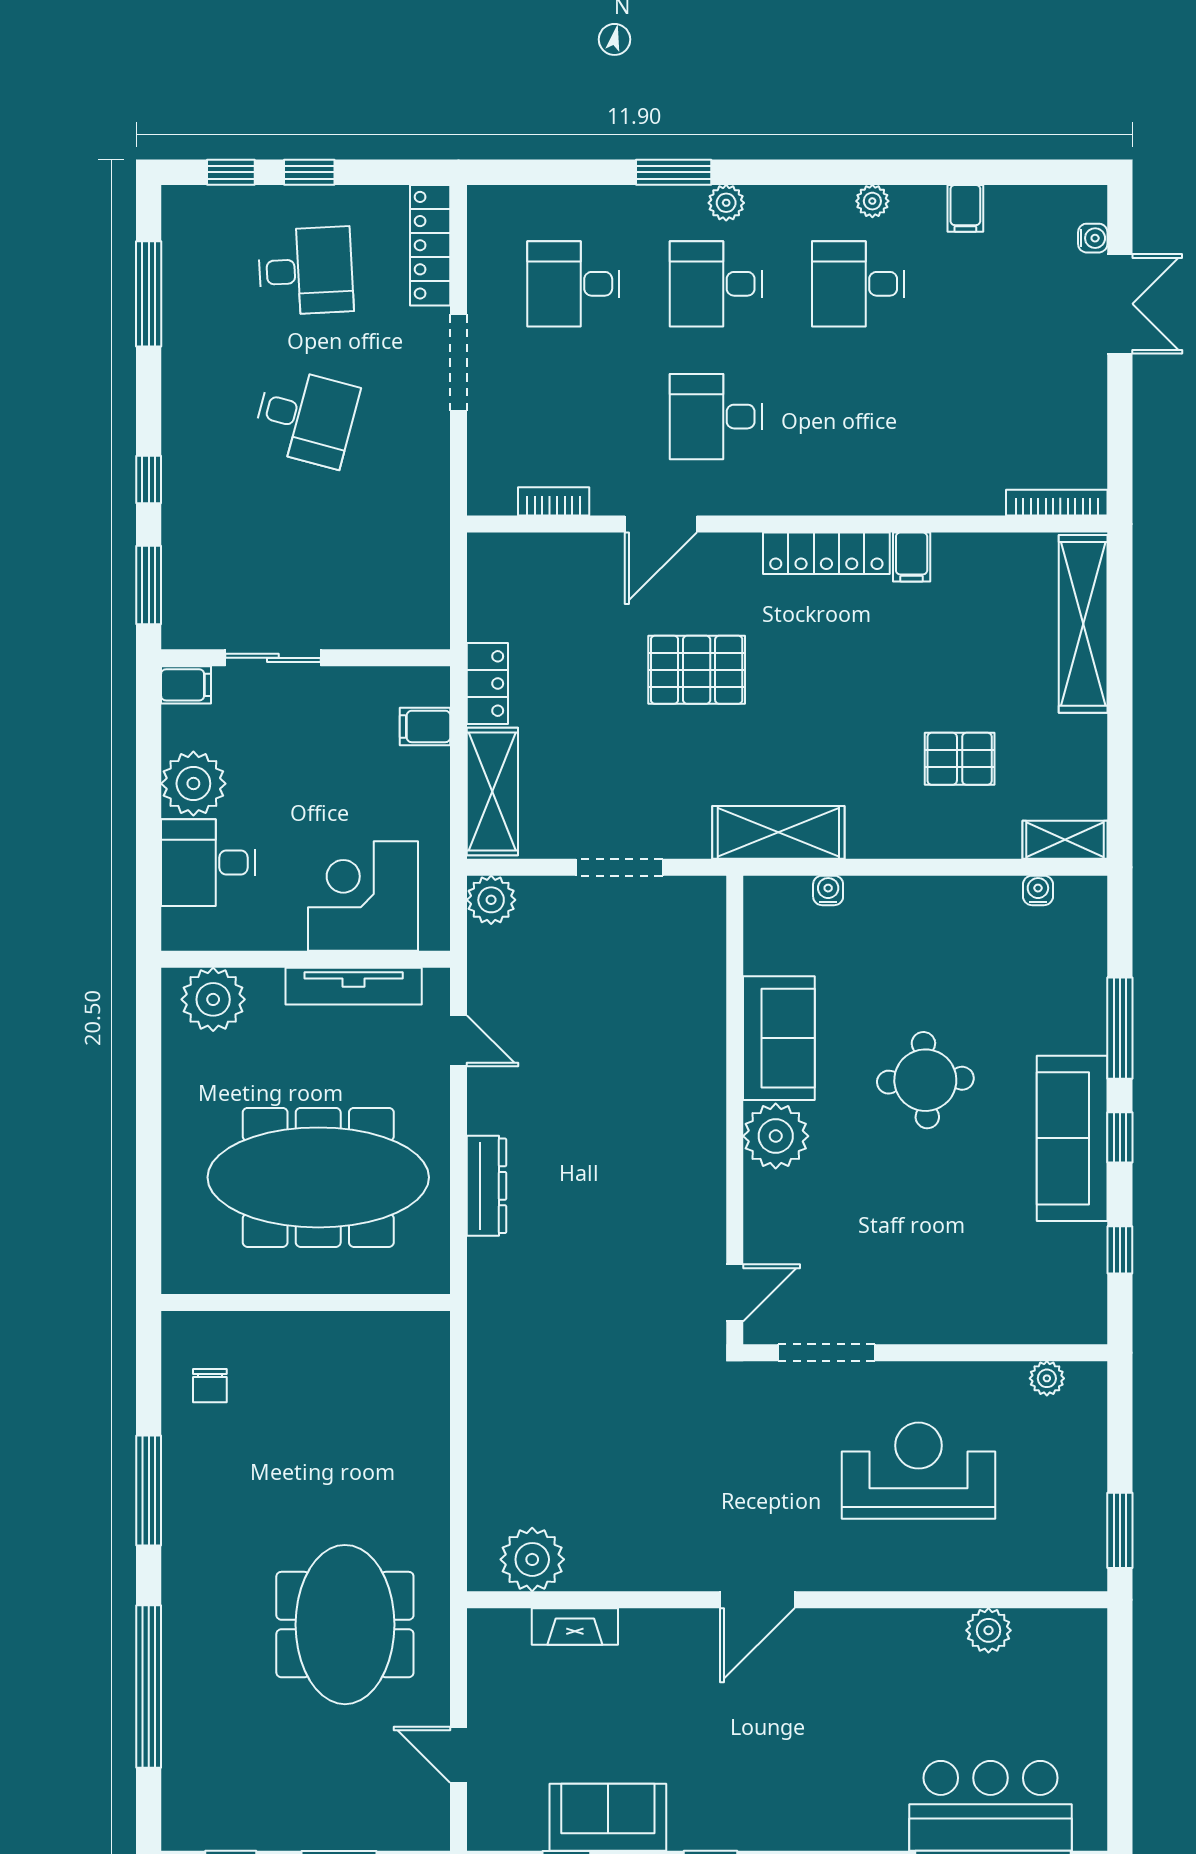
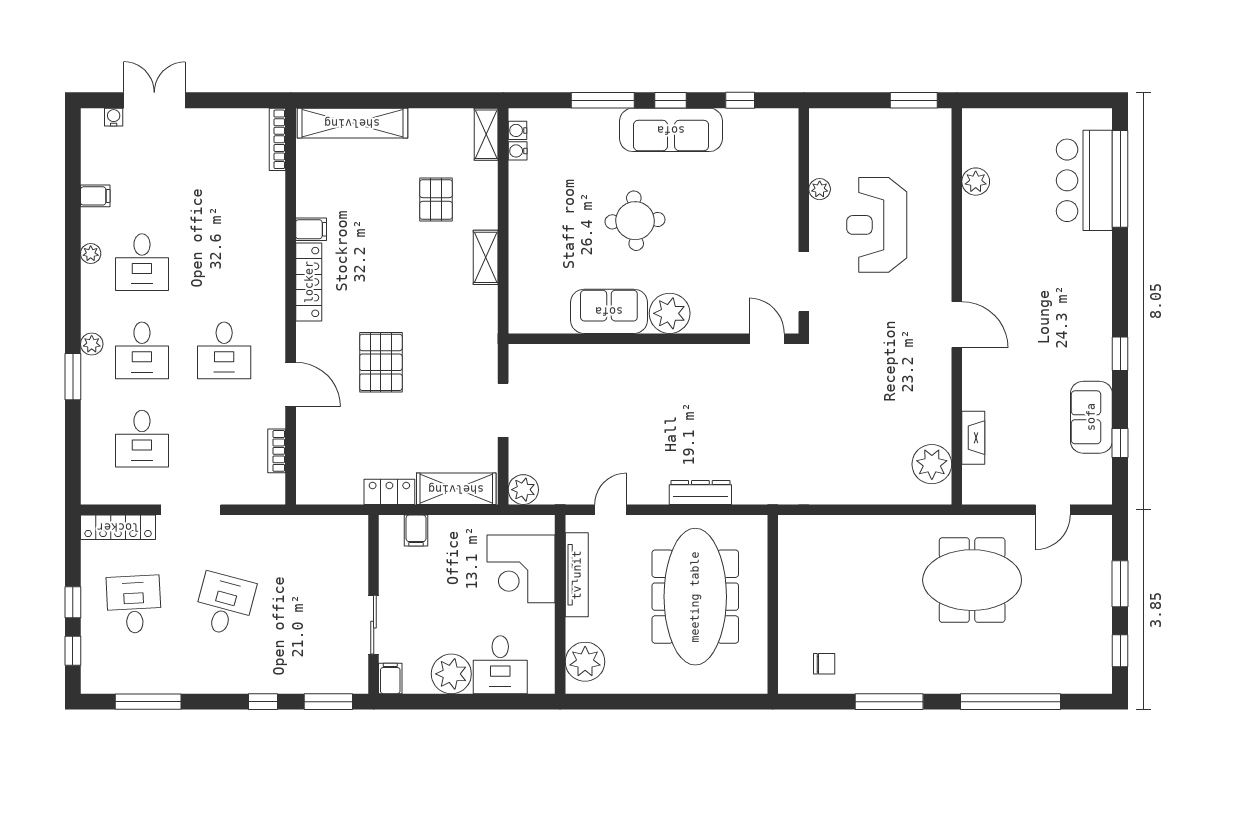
shelving: (778, 832) -> (486, 257), moved, width x0.67, depth x0.75
water cooler: (828, 890) -> (518, 130), moved
plant: (1047, 1378) -> (820, 189), moved

